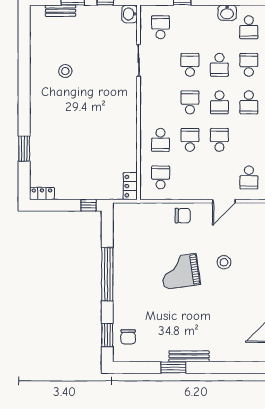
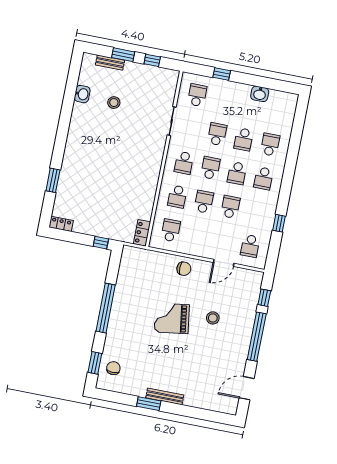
washbasin: (130, 14) -> (82, 94), moved, turned 180
school desk: (249, 27) -> (184, 163), moved
stool: (65, 71) -> (114, 103), moved
chair: (128, 337) -> (113, 368), turned 180

